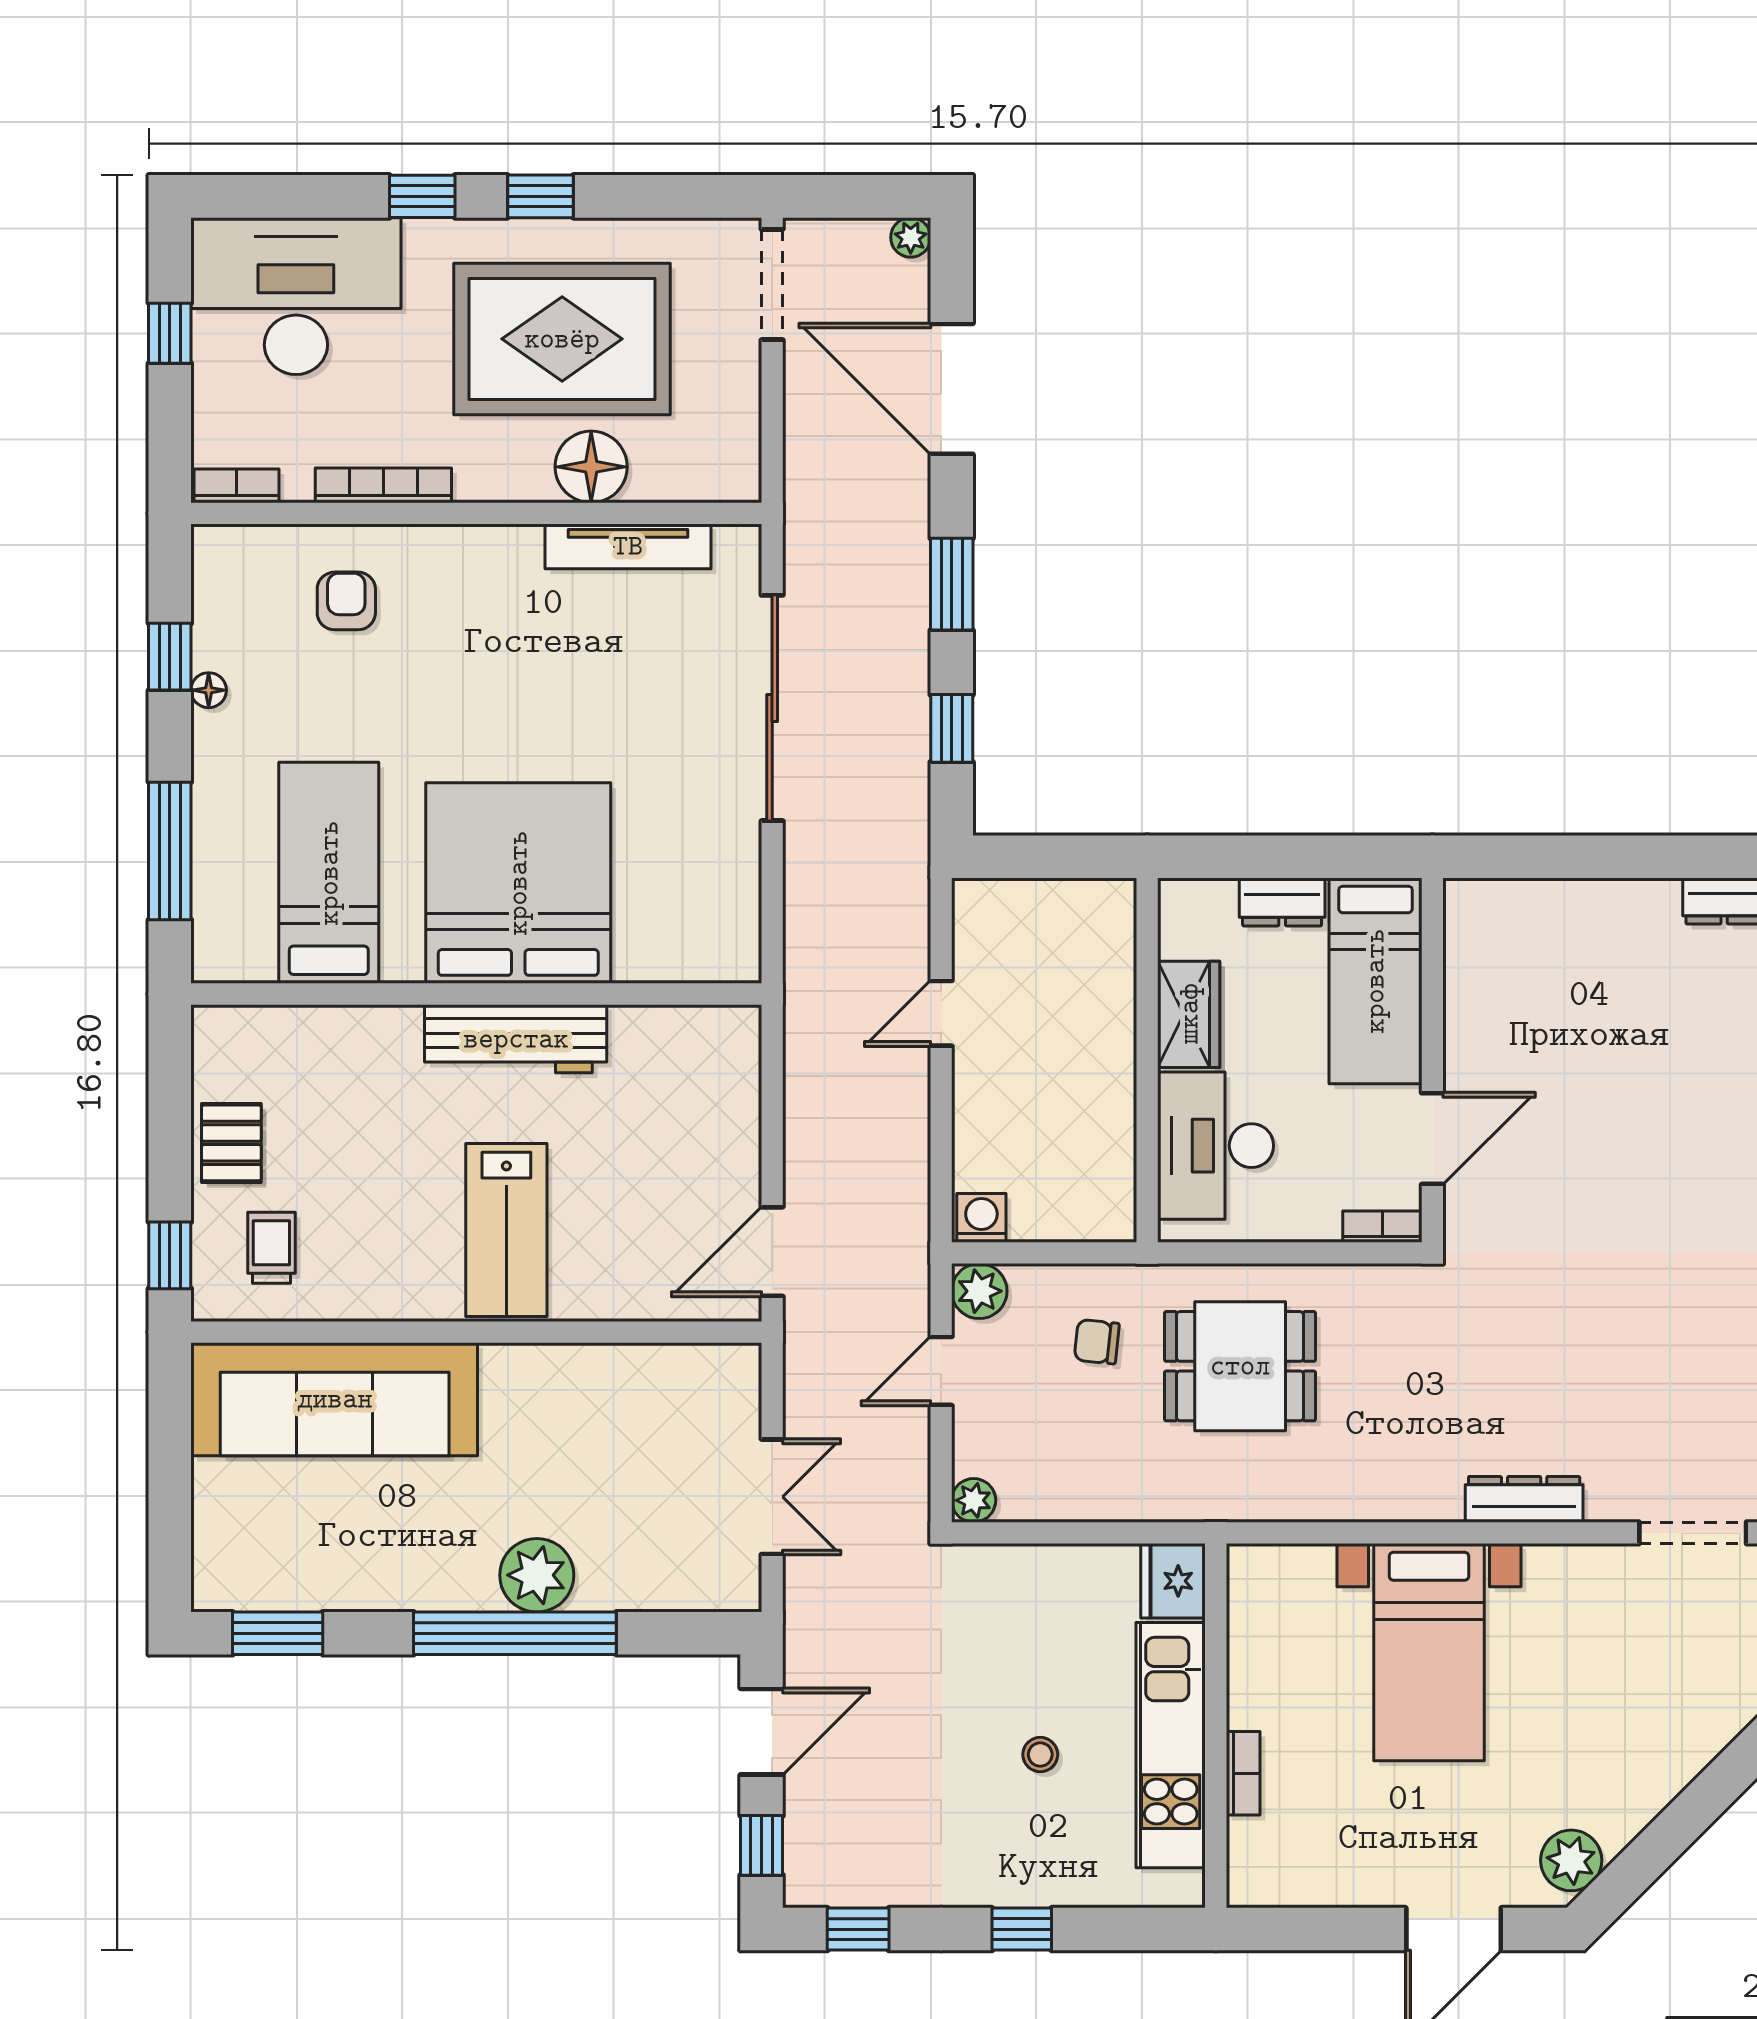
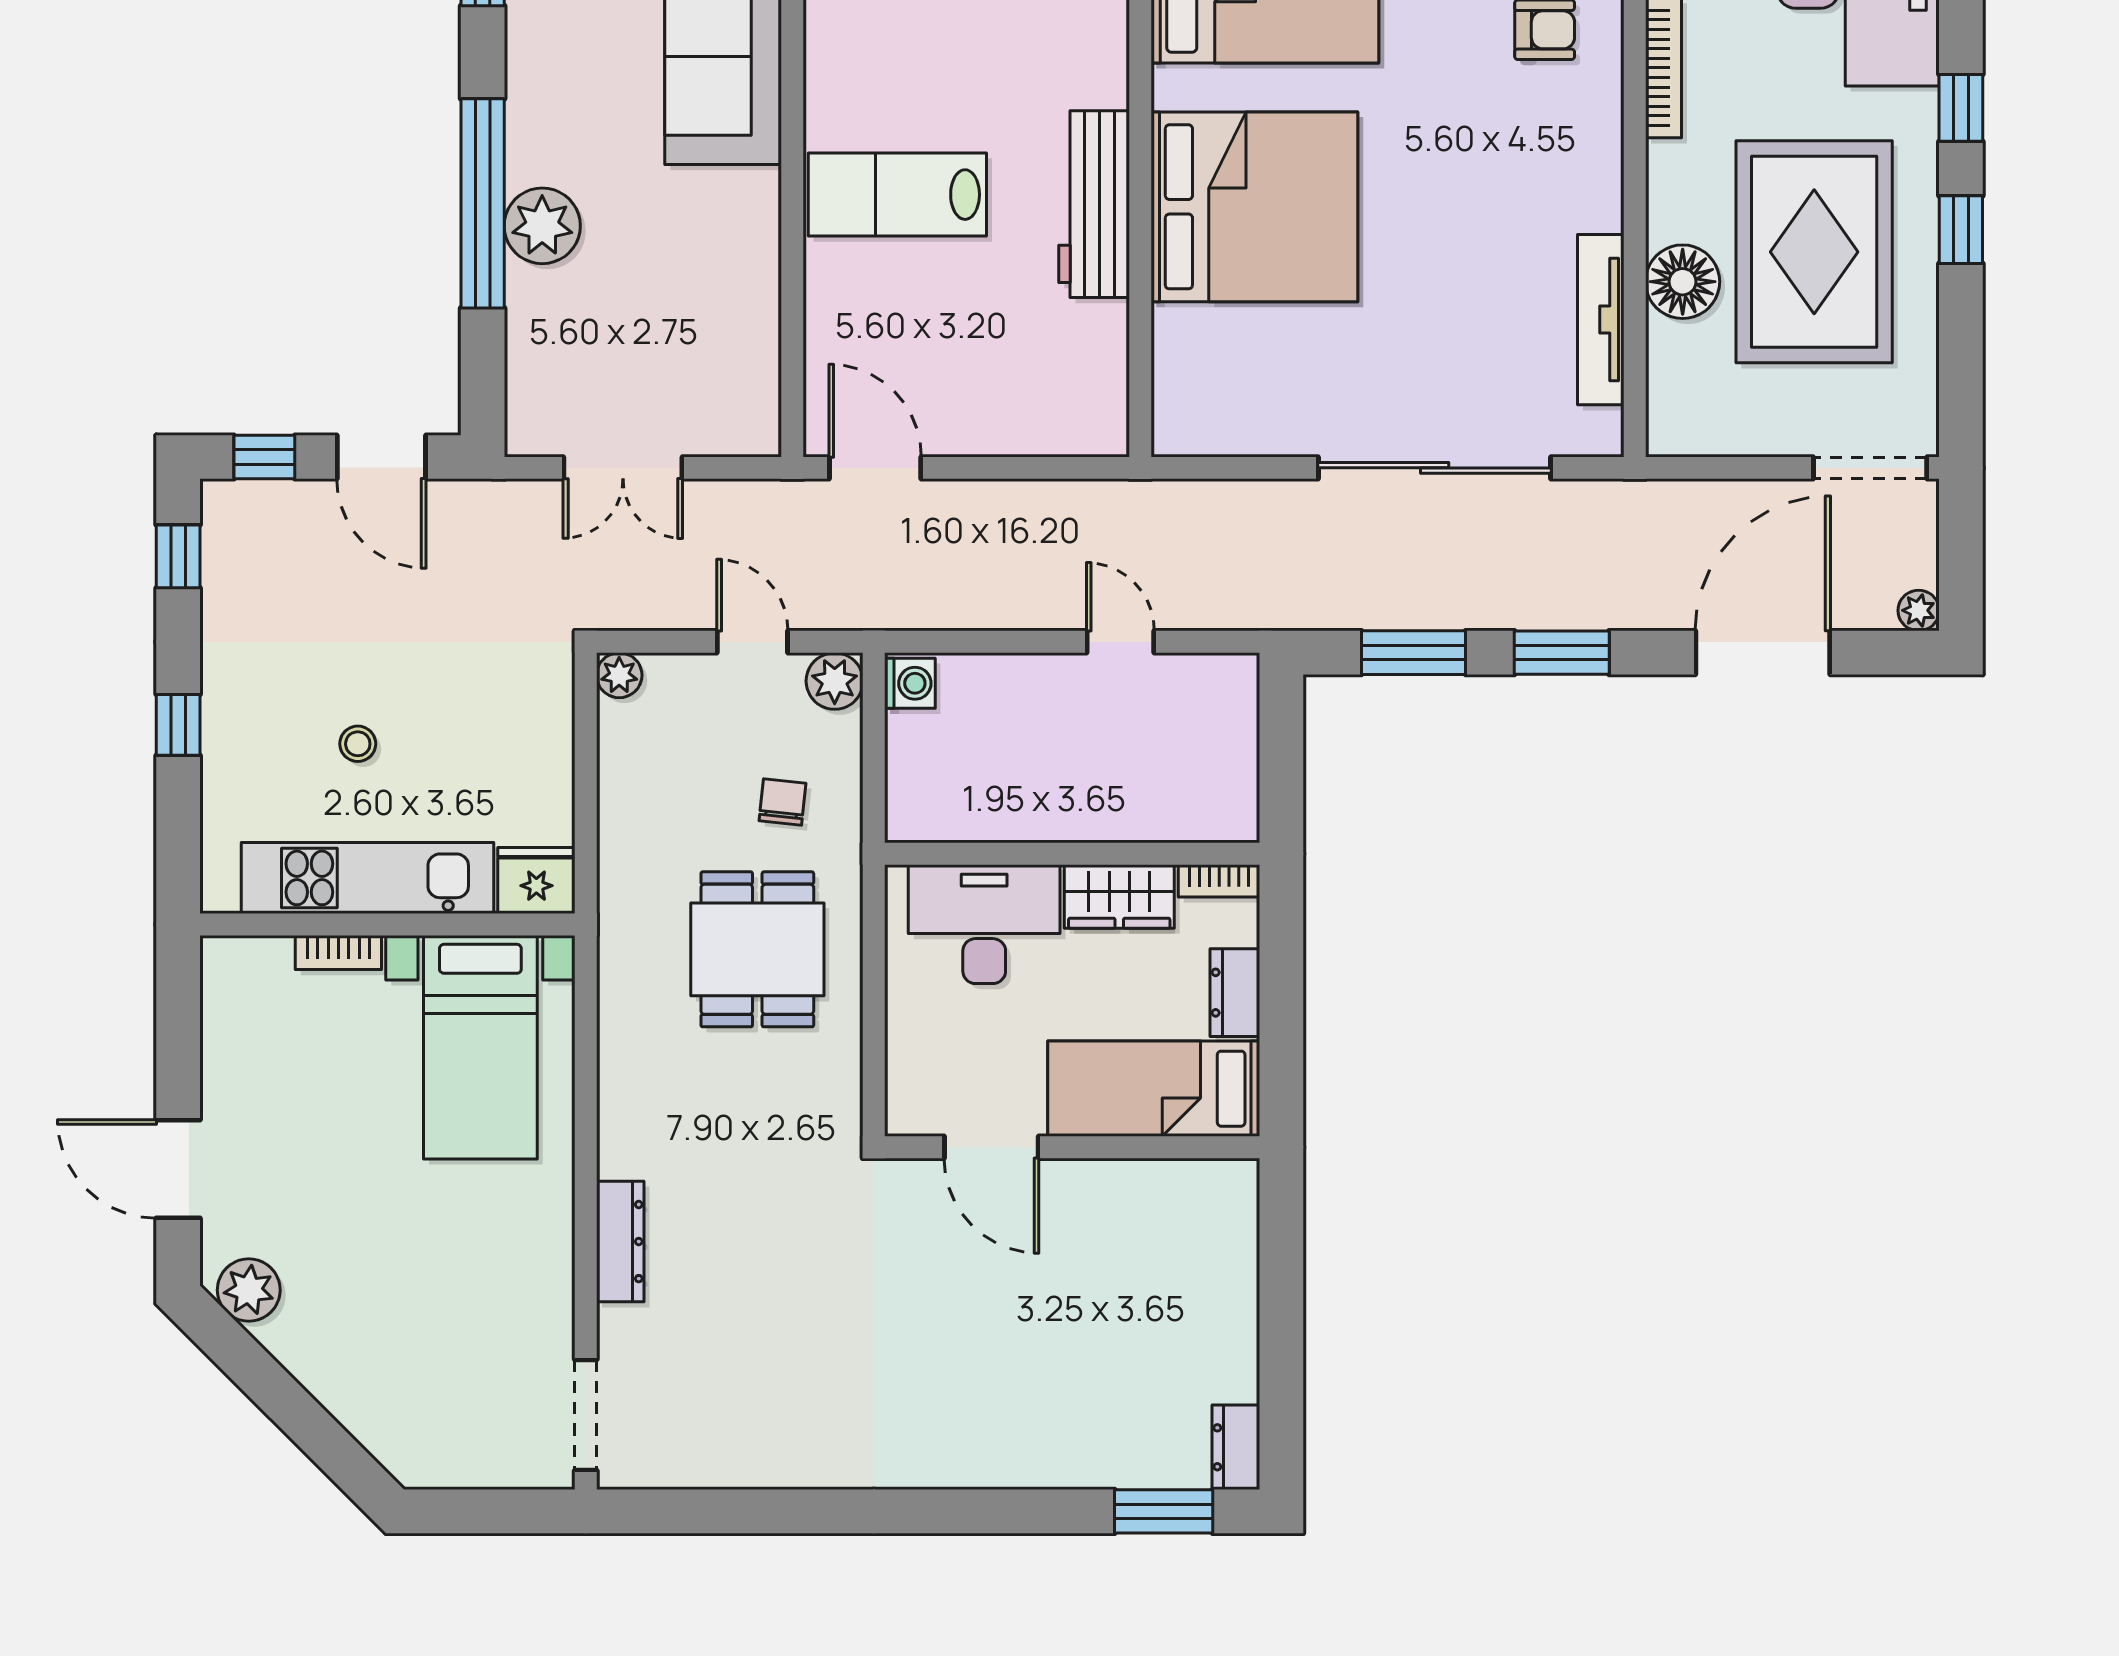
window: (952, 728) -> (1413, 653), width x1.50
bookcase: (1382, 1227) -> (1219, 881), moved, turned 90
bed with nightstands: (1429, 1652) -> (480, 1047), moved, turned -90

